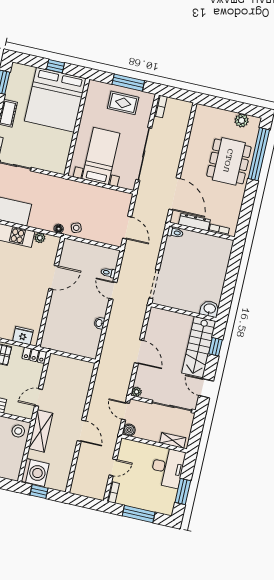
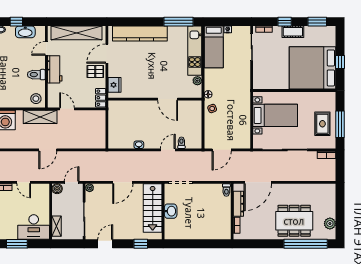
washbasin: (210, 309) -> (171, 211), moved
stairs: (199, 347) -> (153, 208), moved, turned -90

